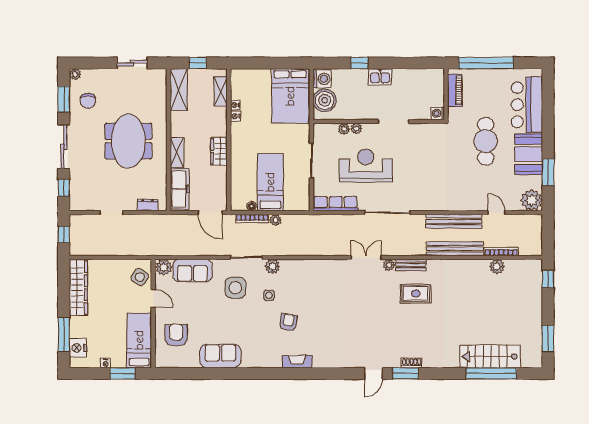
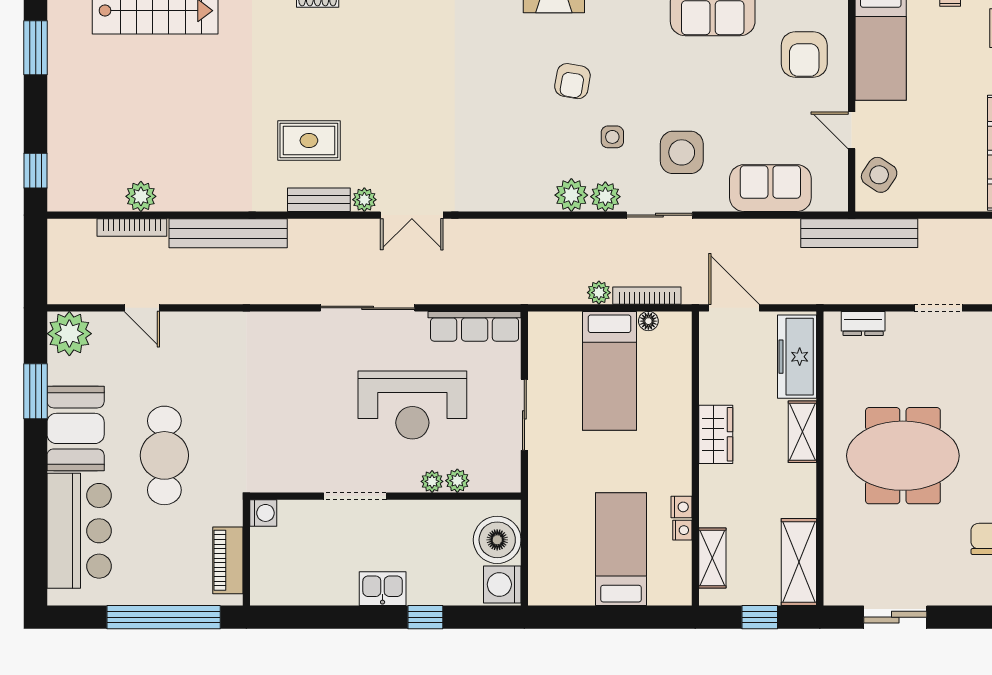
bed: (290, 96) -> (621, 549), moved, width x0.67
meeting table: (128, 141) -> (903, 456), turned 90
bench: (454, 221) -> (859, 233), moved
plant: (164, 267) -> (571, 195), moved

